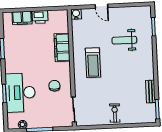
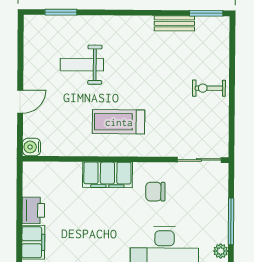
weight bench: (124, 40) -> (82, 65), turned 90
filing cabinet: (62, 47) -> (107, 175), moved
treadmill: (93, 63) -> (119, 122), turned 180

